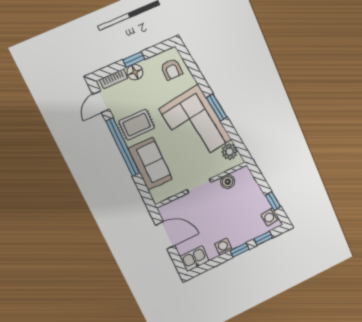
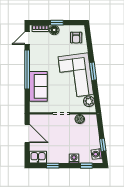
rug: (137, 125) -> (41, 60), removed
washing machine: (223, 247) -> (74, 158), moved
window: (240, 250) -> (53, 166), moved

